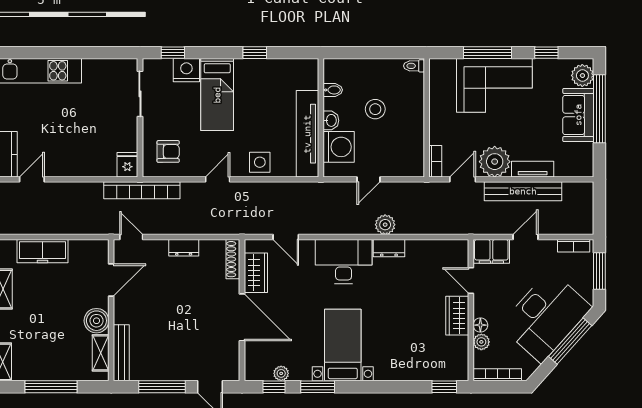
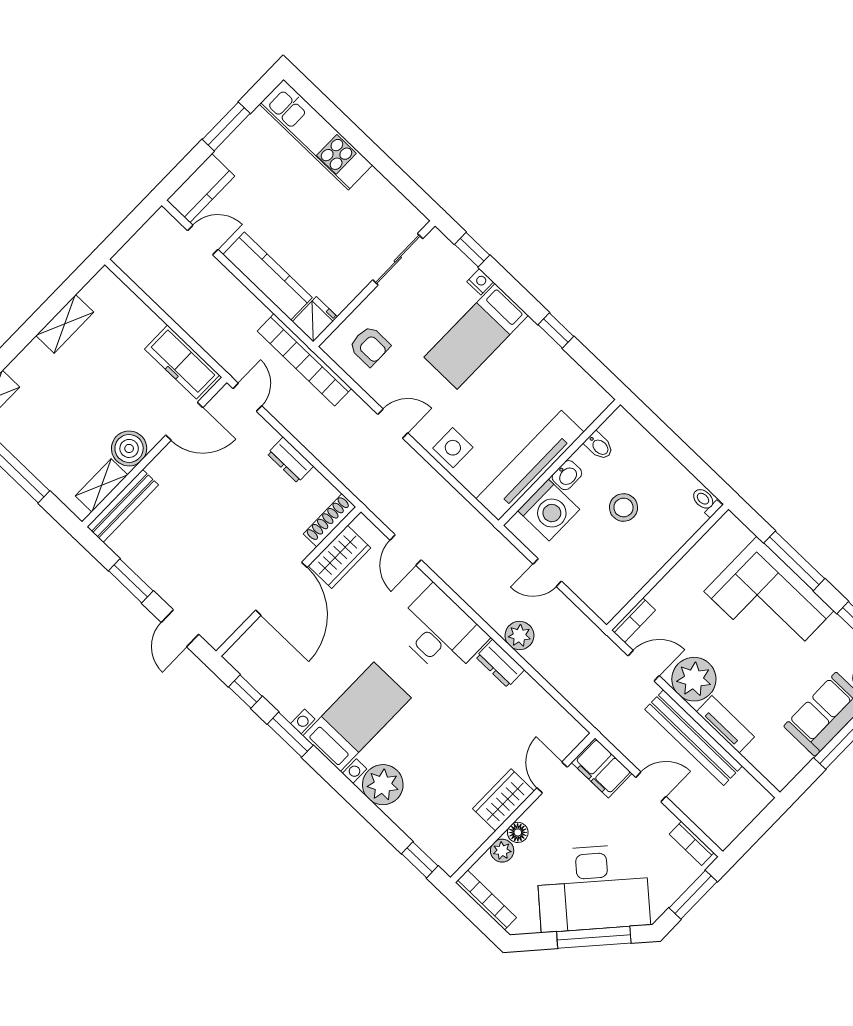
nightstand: (186, 70) -> (480, 282), width x0.53, depth x0.56
kitchen counter: (82, 166) -> (267, 276), added
freezer: (43, 251) -> (182, 362), moved
plant: (281, 373) -> (383, 785), moved, width x1.88, depth x1.88
window: (162, 387) -> (131, 581), width x0.69

